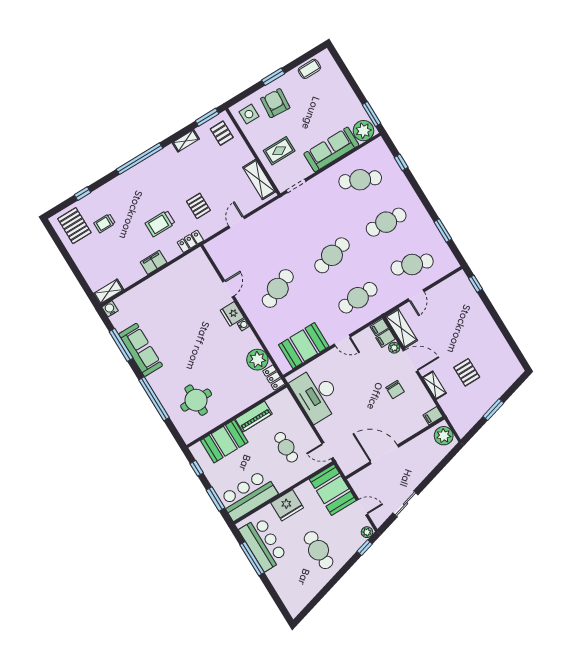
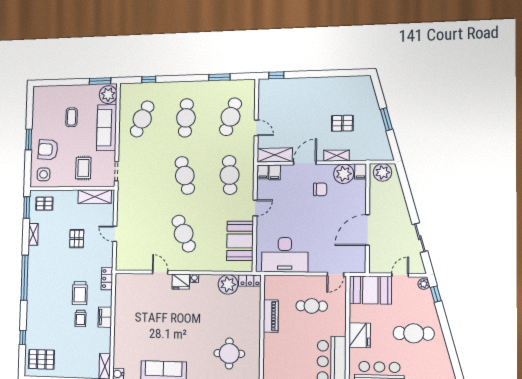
coffee table: (309, 69) -> (72, 117), moved
pallet: (198, 206) -> (77, 239), moved, turned 90
trolley: (105, 223) -> (80, 318), moved
plant: (394, 348) -> (344, 174), moved, width x1.87, depth x1.87
booth: (224, 441) -> (276, 352), removed

